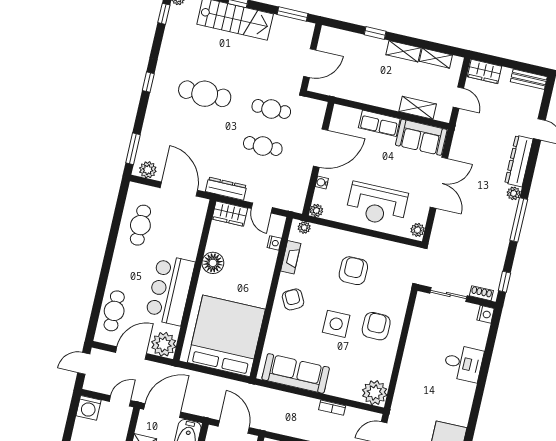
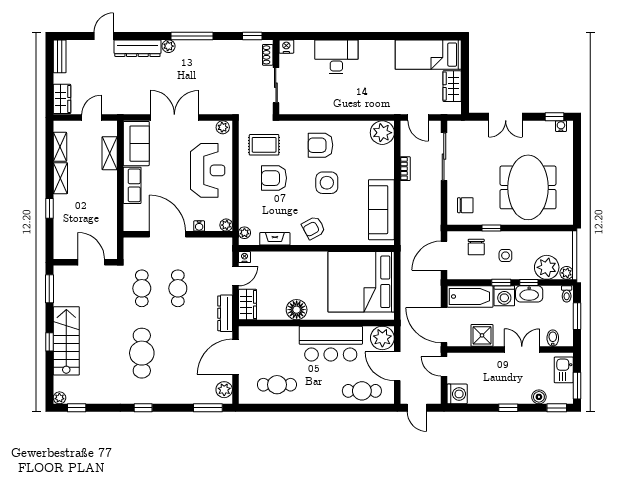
nightstand: (274, 243) -> (244, 257), moved
rug: (390, 268) -> (264, 145), added
desk: (463, 363) -> (336, 57), width x1.37

